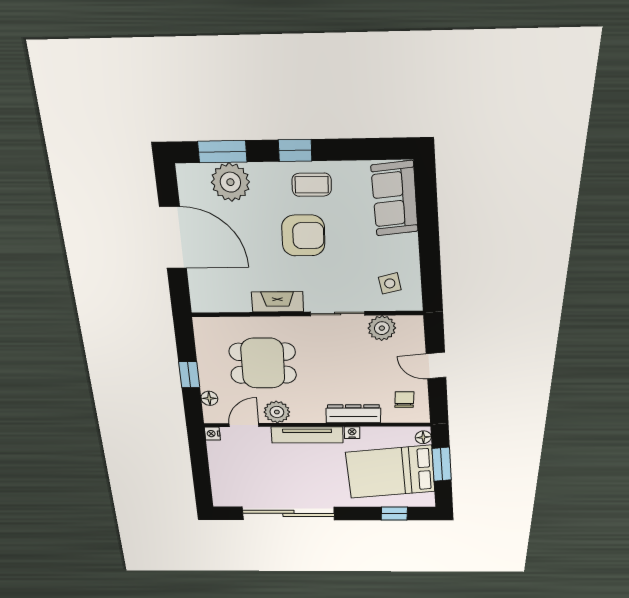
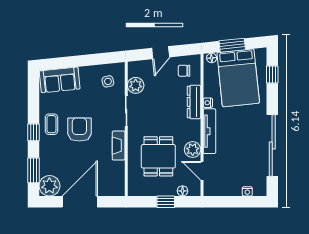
plant: (230, 182) -> (49, 186), moved
nightstand: (212, 434) -> (247, 191), moved

